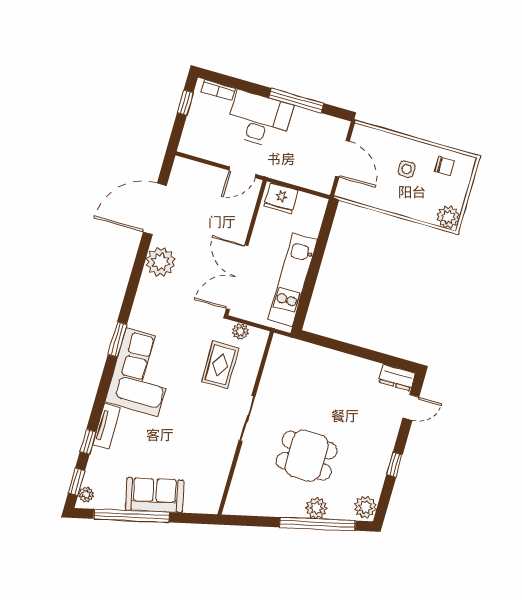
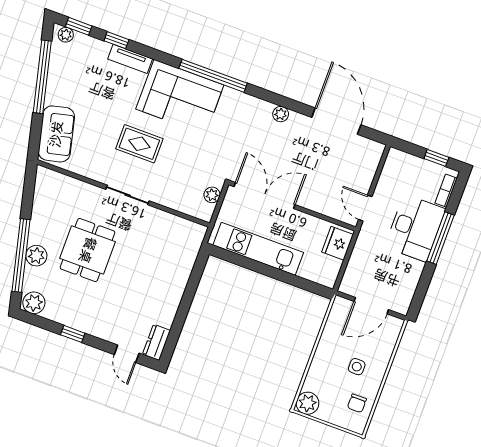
window: (296, 101) -> (441, 238), moved
plant: (161, 262) -> (281, 114), width x0.53, depth x0.53
window: (117, 339) -> (213, 76), width x2.11
rug: (220, 365) -> (139, 144), moved
sofa: (155, 495) -> (56, 134), moved

